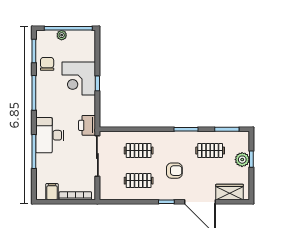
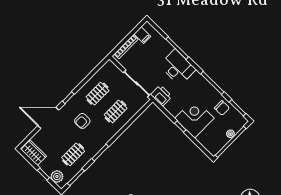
plant: (242, 160) -> (57, 176), moved
wardrobe: (230, 192) -> (34, 153), moved, turned -90

